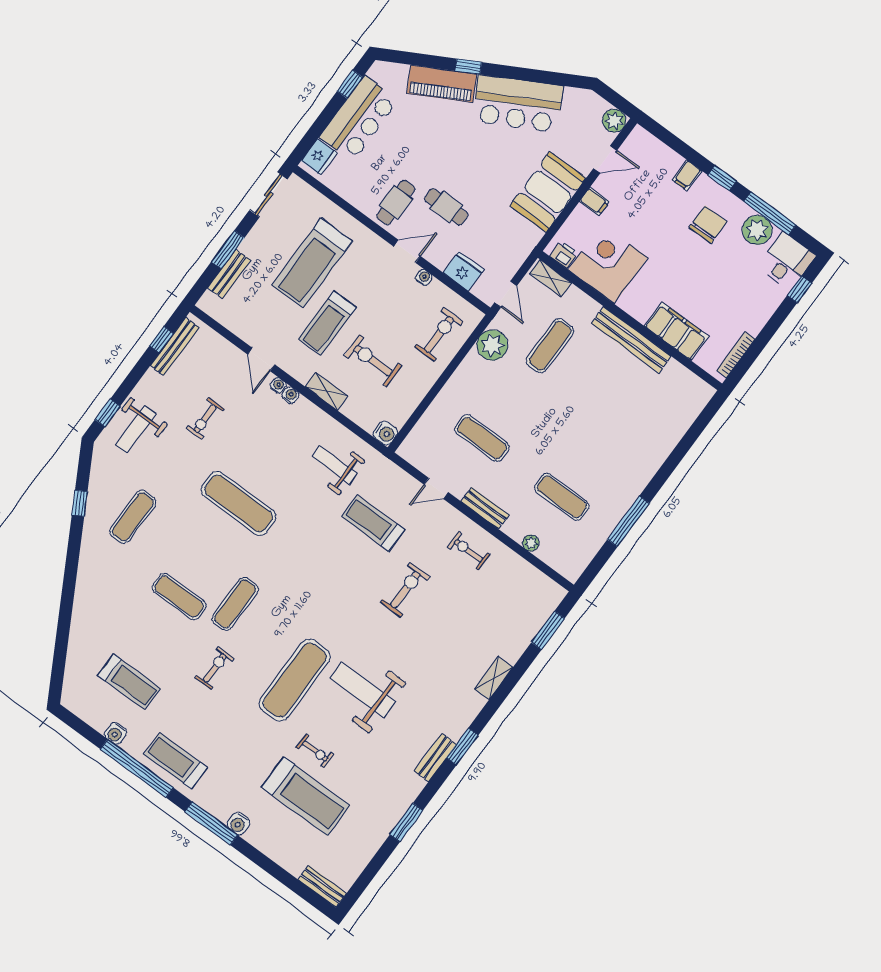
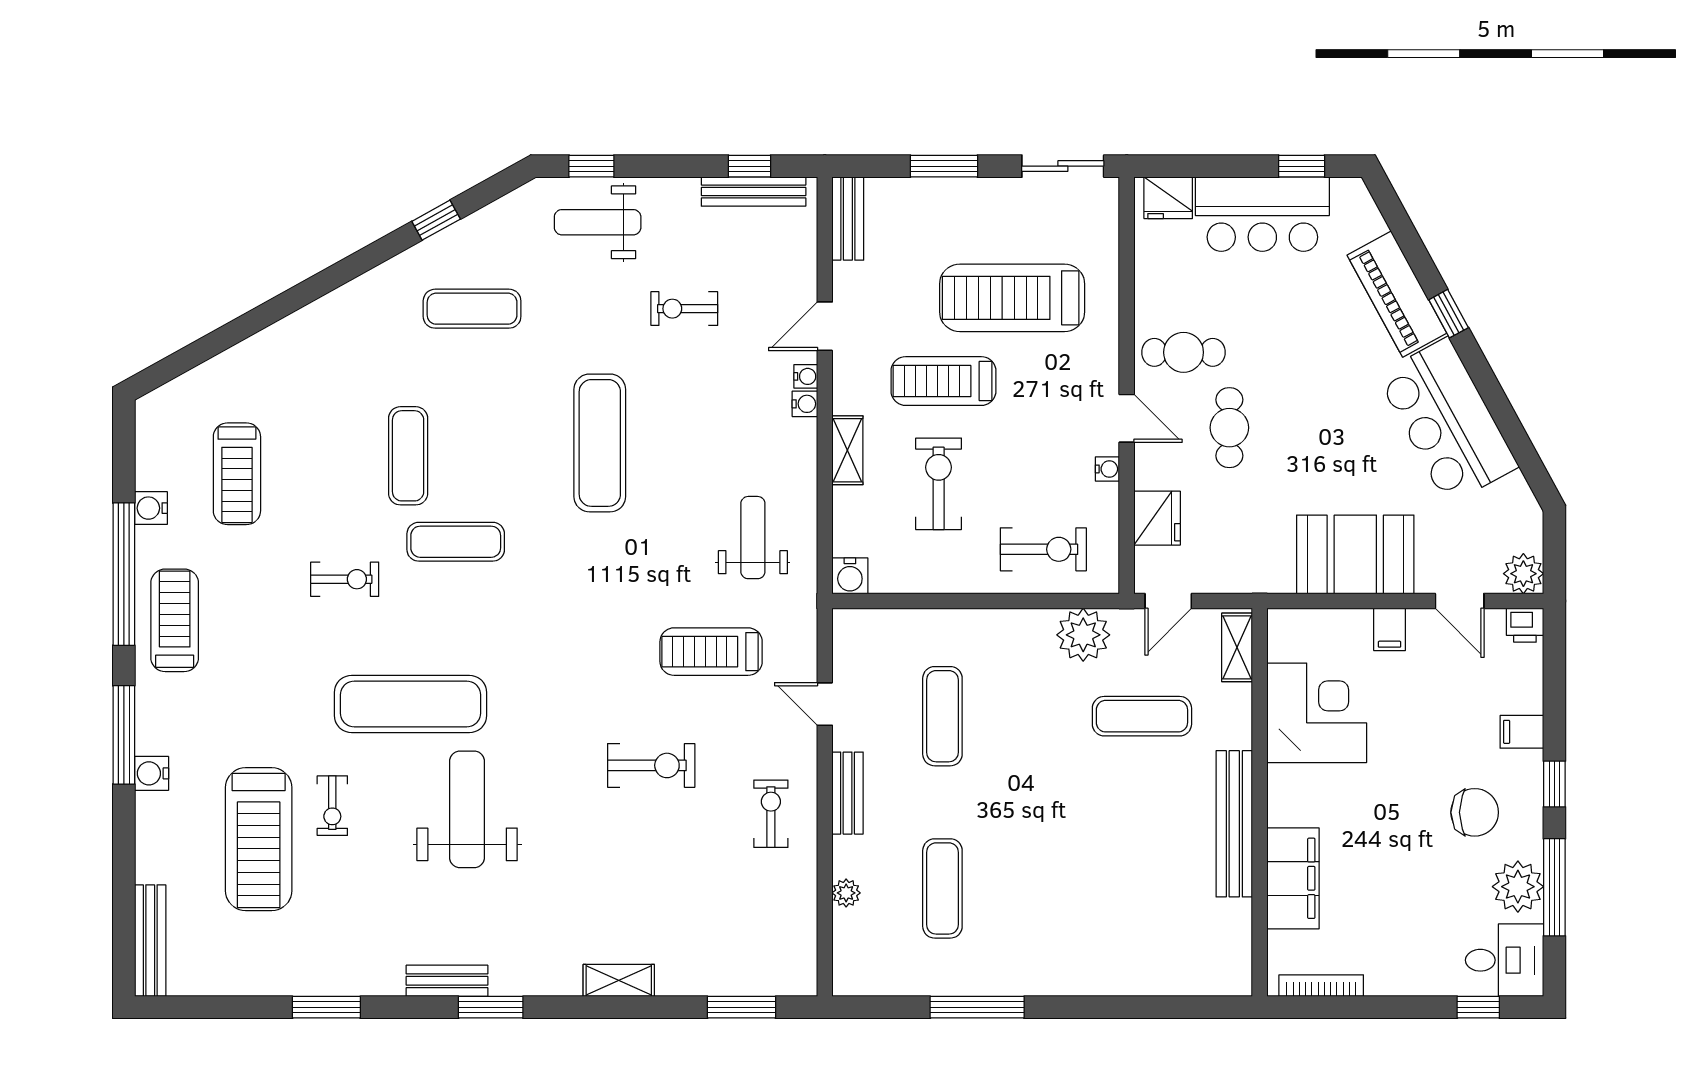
printer: (564, 255) -> (1525, 625), moved, turned 90
bench: (229, 274) -> (848, 219), moved, turned 90
treadmill: (373, 523) -> (711, 652), turned -90
bench: (322, 886) -> (150, 941), width x1.36

